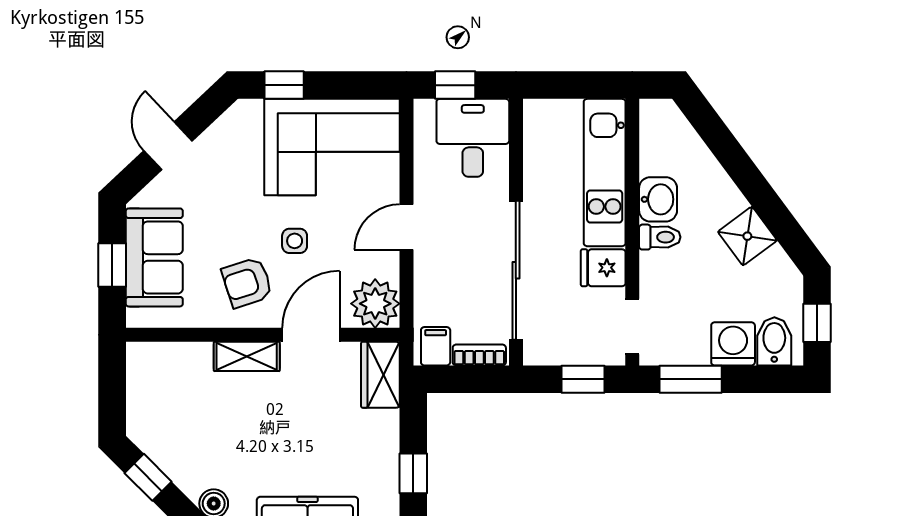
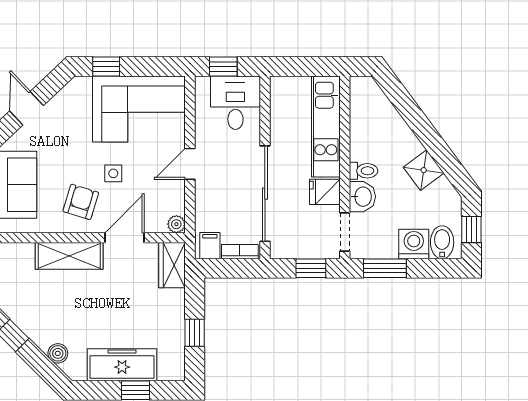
washbasin: (658, 199) -> (362, 197), moved
armchair: (247, 282) -> (81, 202), turned 125
plant: (375, 304) -> (176, 224), width x0.53, depth x0.53
shelving: (247, 356) -> (69, 256), width x1.50, depth x1.33

